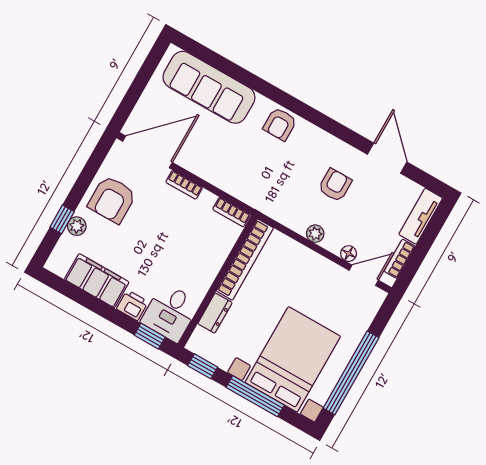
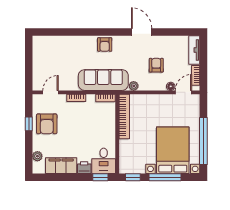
sofa: (209, 87) -> (103, 80), moved, turned 180
door: (148, 152) -> (51, 92), width x0.53
door: (387, 158) -> (142, 32), moved
armchair: (335, 185) -> (156, 65), moved
window: (62, 219) -> (29, 124), moved
plant: (77, 226) -> (37, 156), moved
plant: (315, 234) -> (134, 86), moved
dresser: (215, 313) -> (124, 149), removed

